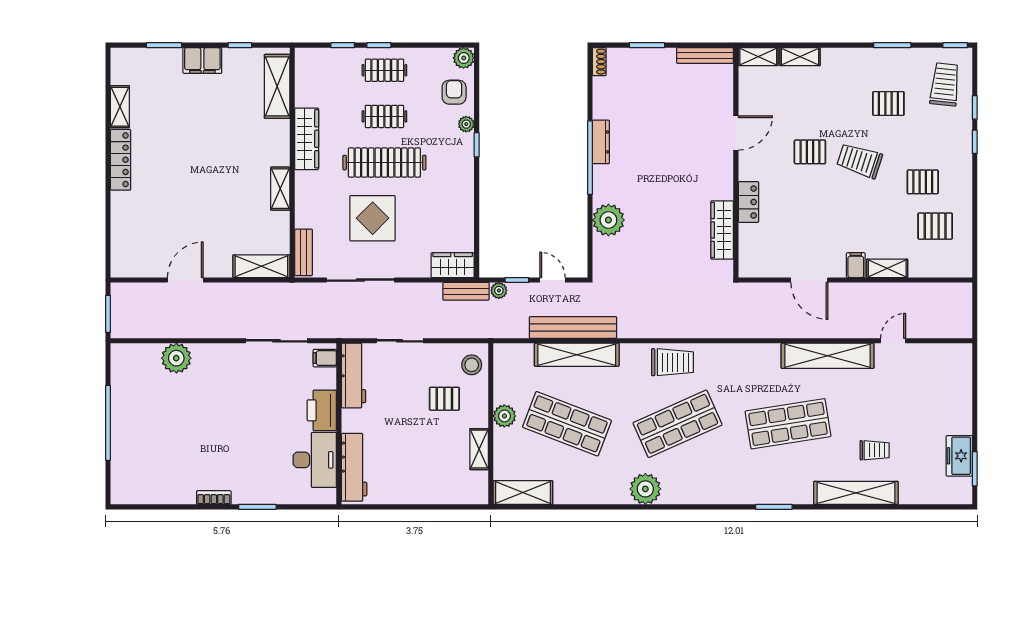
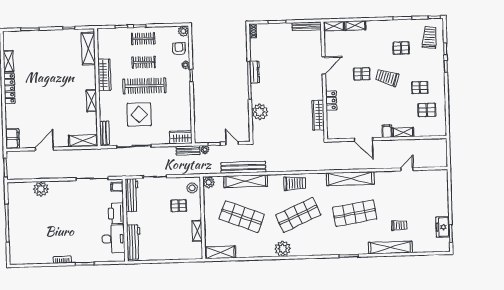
filing cabinet: (202, 60) -> (12, 139), moved, turned -90
shelving: (828, 356) -> (350, 179), moved
plant: (504, 416) -> (209, 182), moved

